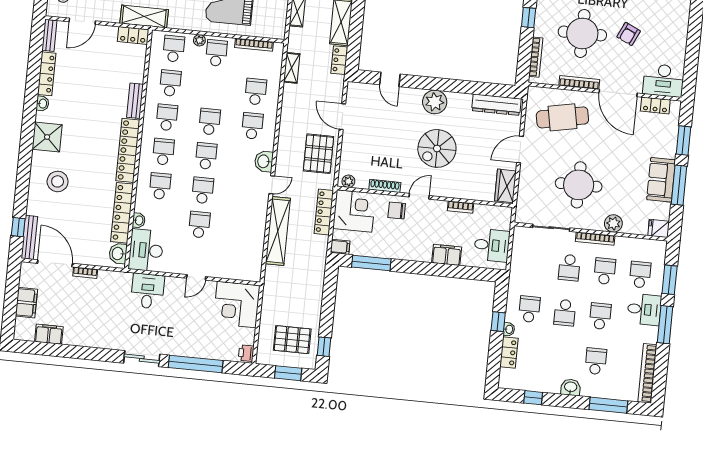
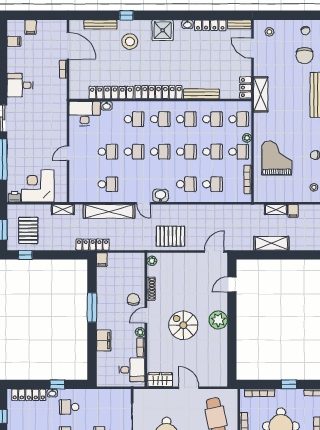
locker: (339, 60) -> (243, 245), removed
shelving: (292, 68) -> (63, 210), moved
school desk: (213, 87) -> (212, 152), added
bench: (135, 101) -> (201, 94), width x1.36
dresser: (496, 105) -> (221, 367), removed
door: (342, 117) -> (214, 251), moved
door: (419, 196) -> (146, 315), swing flipped
plant: (440, 206) -> (140, 332), added
corner desk: (354, 211) -> (130, 267), removed
locker: (324, 212) -> (93, 245), moved
window: (18, 227) -> (126, 15), moved
school desk: (242, 229) -> (108, 184), added
bench: (29, 237) -> (100, 24), moved
desk: (492, 245) -> (132, 370), moved, turned -90
washbasin: (118, 254) -> (80, 93), removed
door: (55, 263) -> (68, 46), hinge flipped
window: (371, 263) -> (92, 308), moved
door: (196, 277) -> (68, 153), hinge flipped
desk: (148, 291) -> (20, 85), moved, turned 180
filing cabinet: (26, 303) -> (31, 27), width x0.50
corner desk: (237, 304) -> (38, 186), moved
school desk: (529, 309) -> (69, 407), turned 180
filing cabinet: (49, 334) -> (14, 41), width x0.50
locker: (509, 352) -> (29, 395), width x1.53

